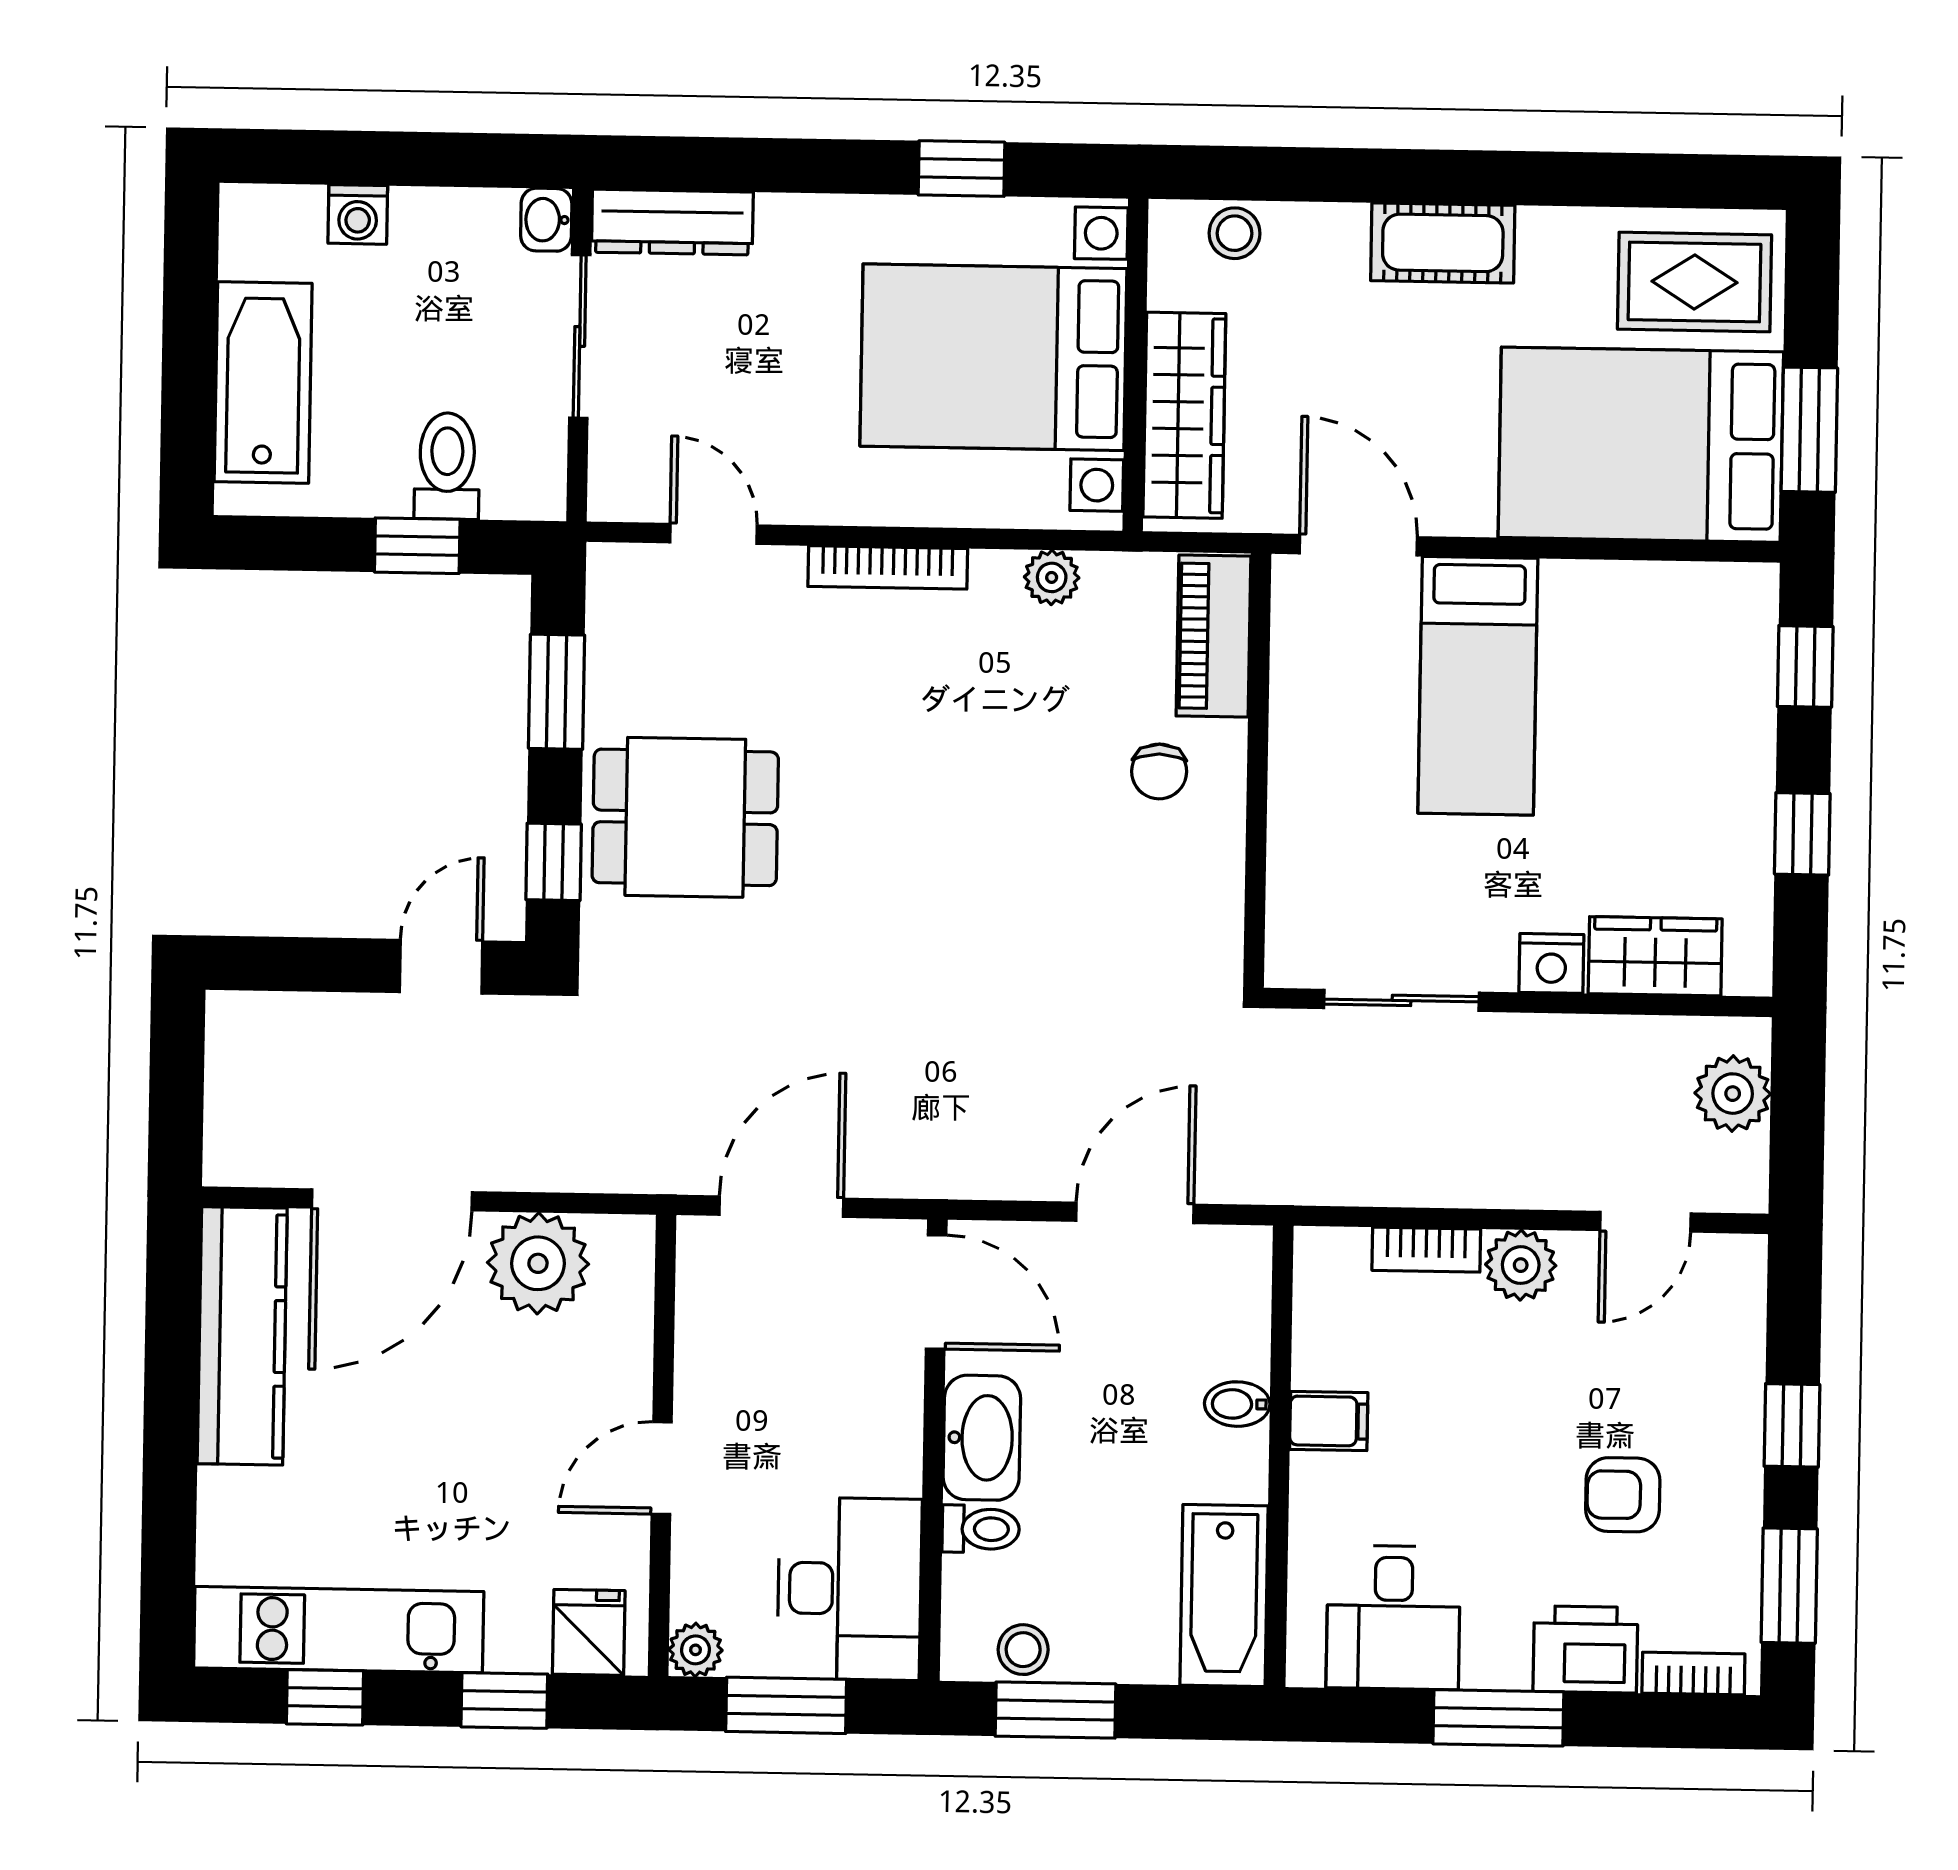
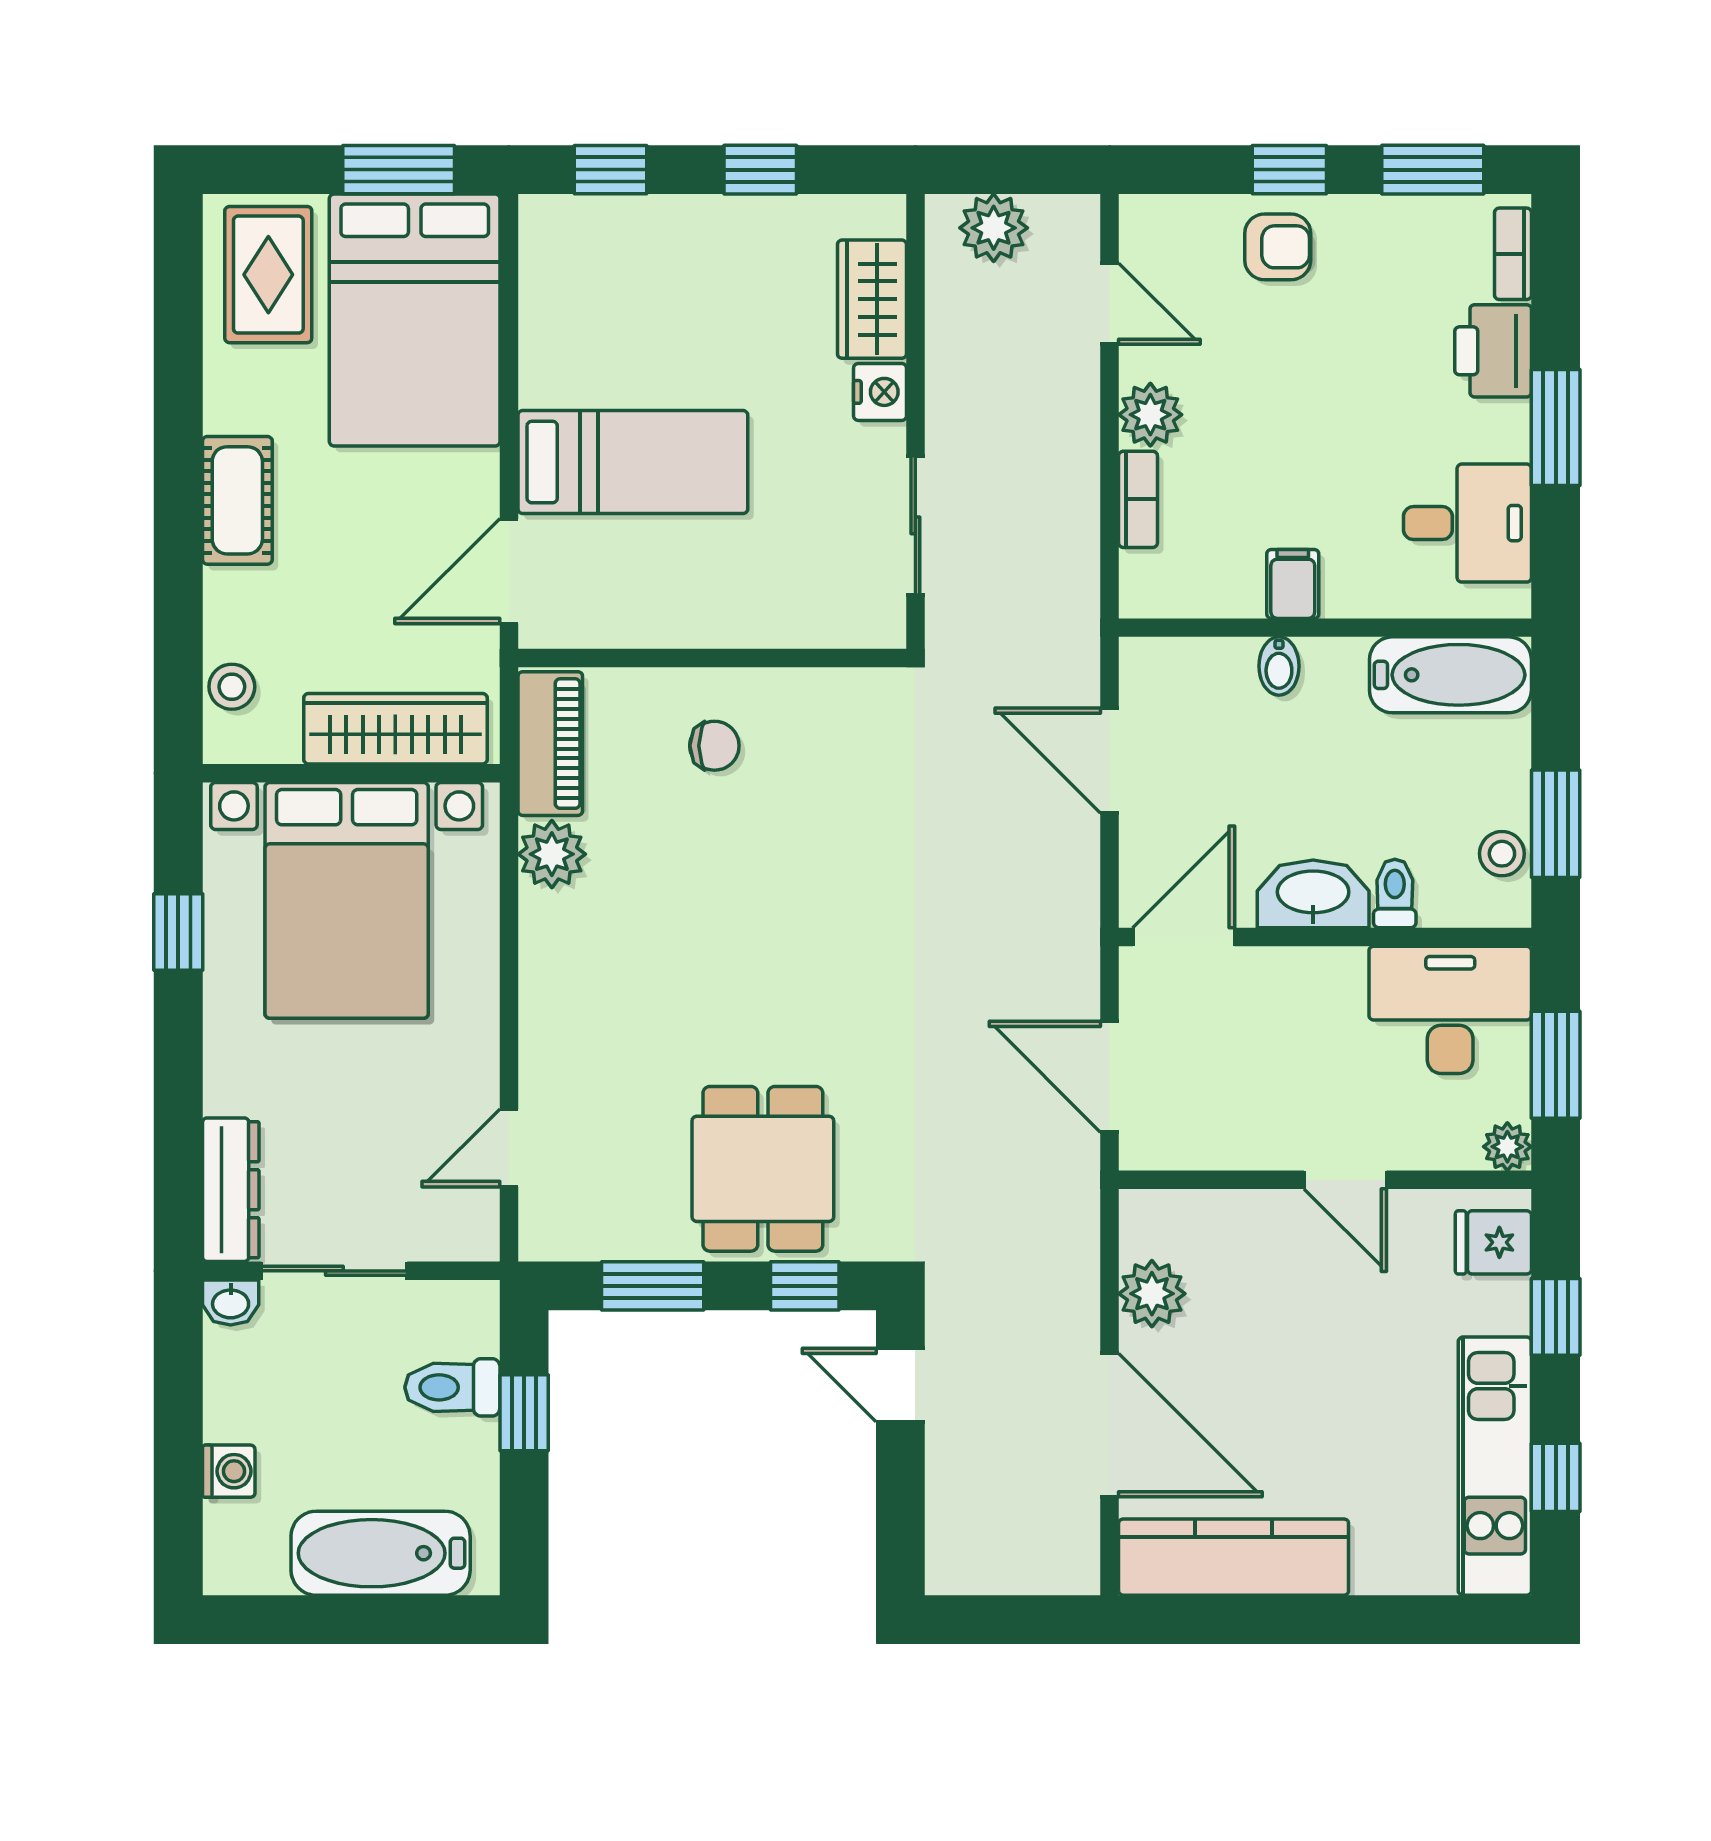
bookcase: (888, 567) -> (536, 992), removed
plant: (1052, 577) -> (552, 854), width x1.38, depth x1.38
piano: (1213, 636) -> (550, 744), moved, turned -90
plant: (538, 1263) -> (1152, 1294), width x0.73, depth x0.73
armchair: (1623, 1495) -> (1278, 247), moved, turned -90

